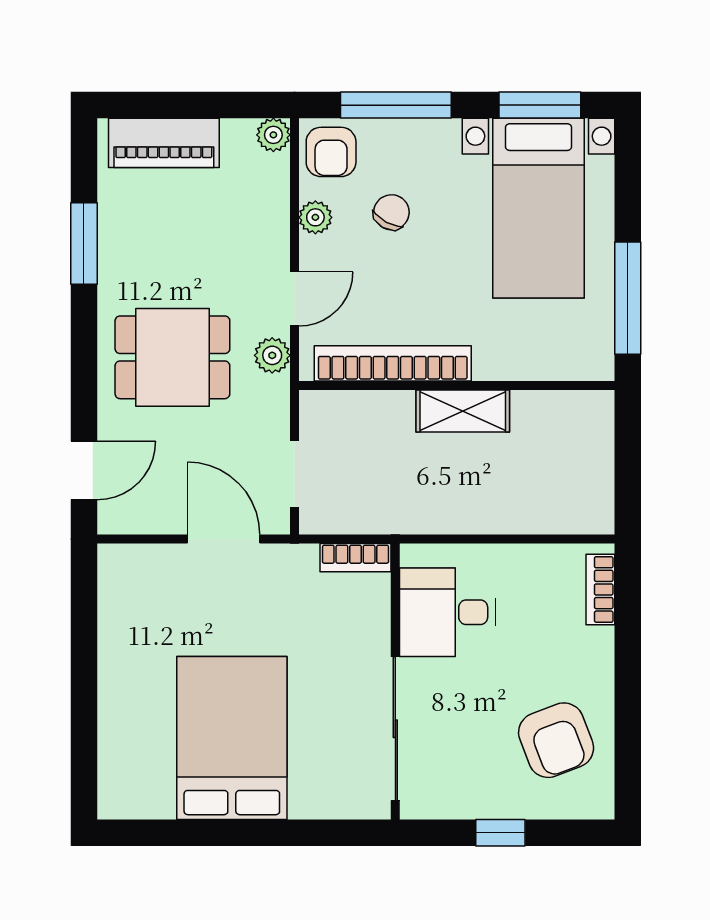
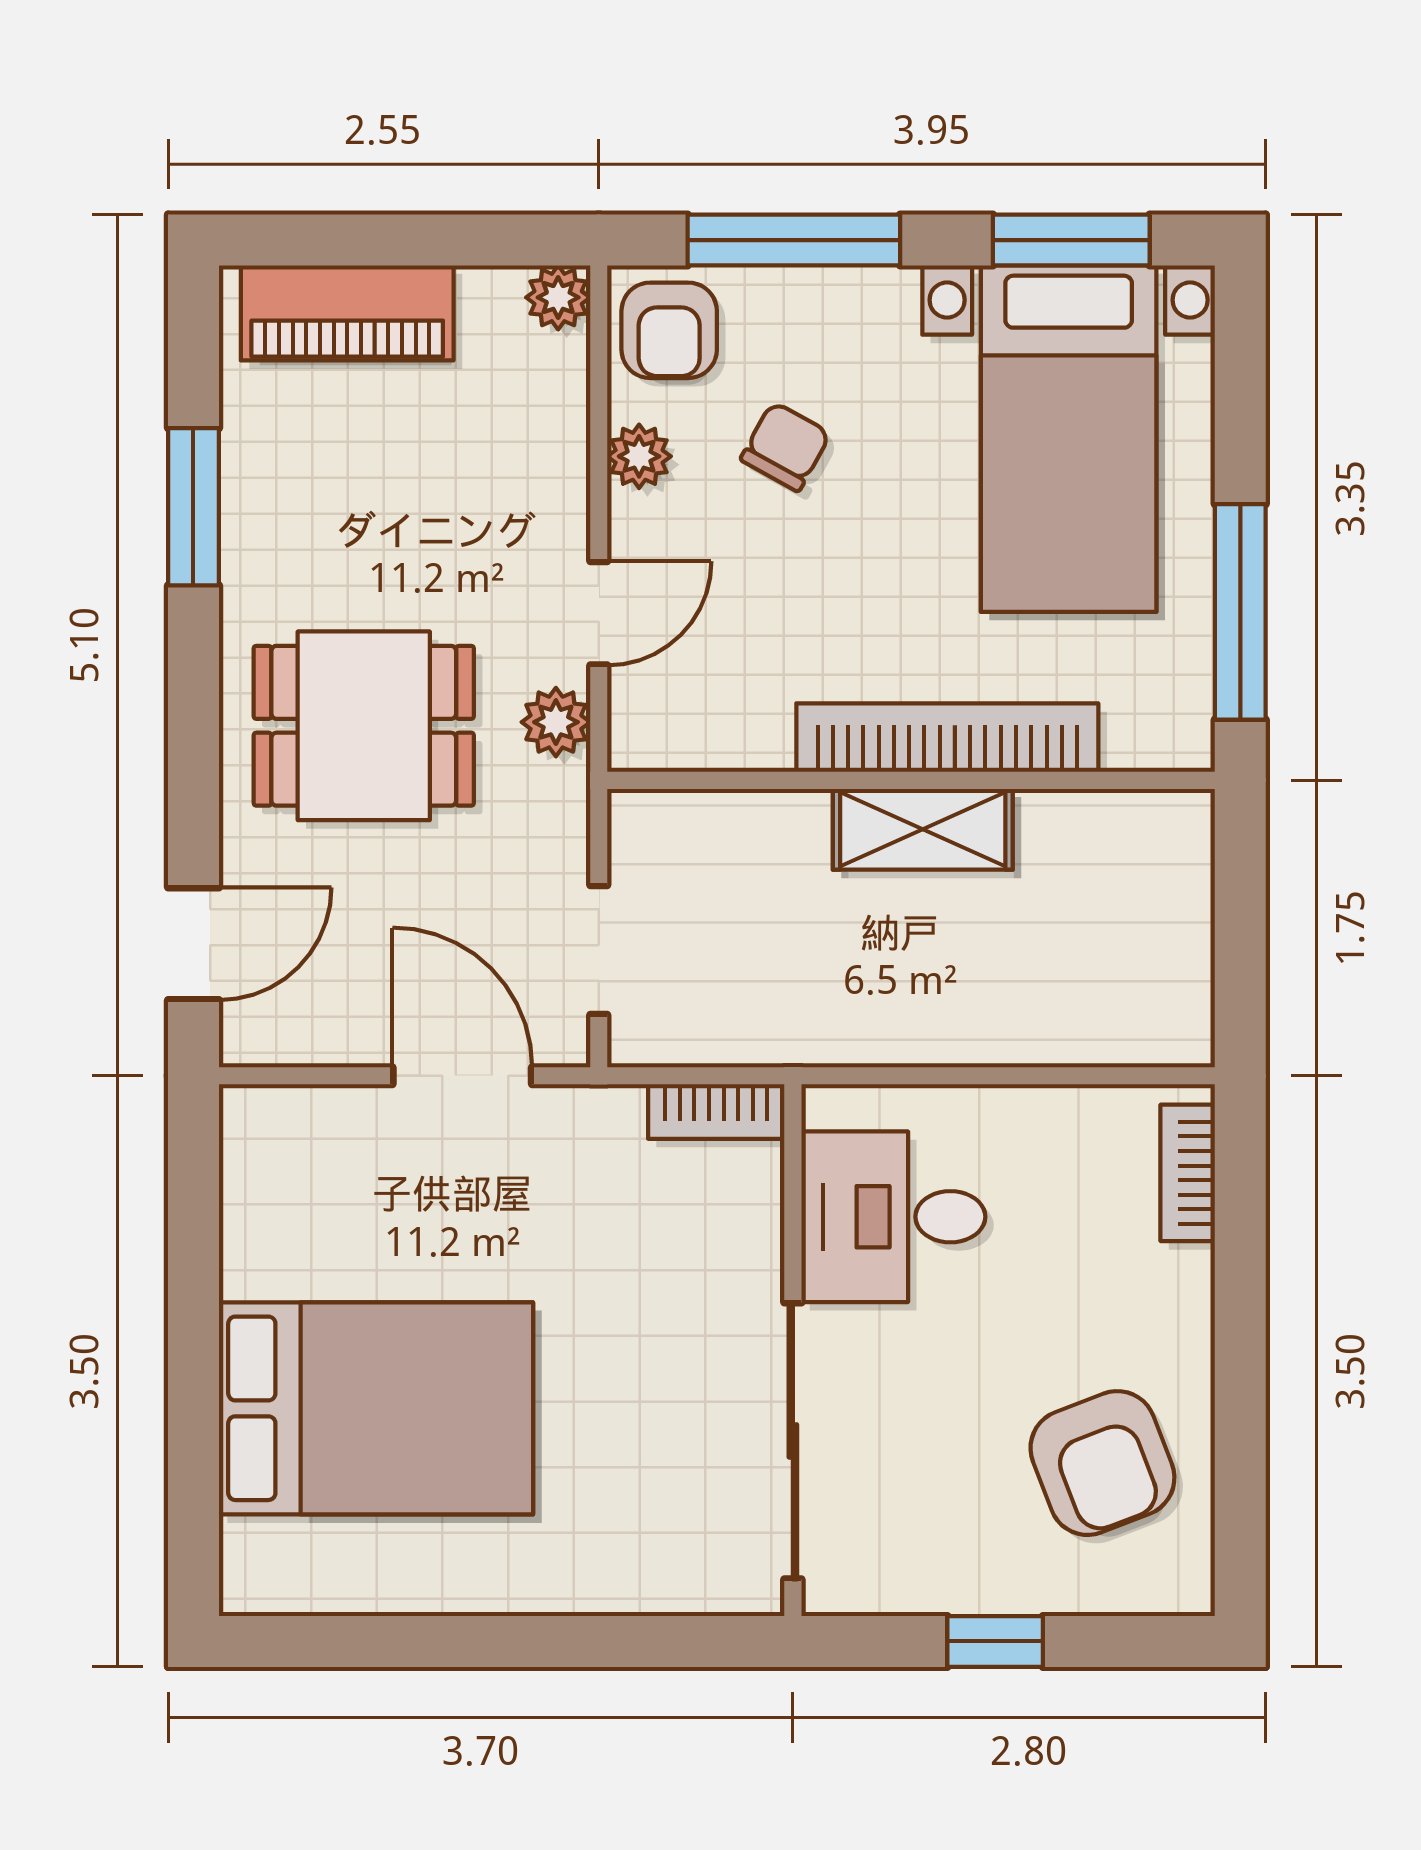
bookcase: (393, 363) -> (947, 738), moved
bed: (232, 738) -> (376, 1408), moved, turned 90

